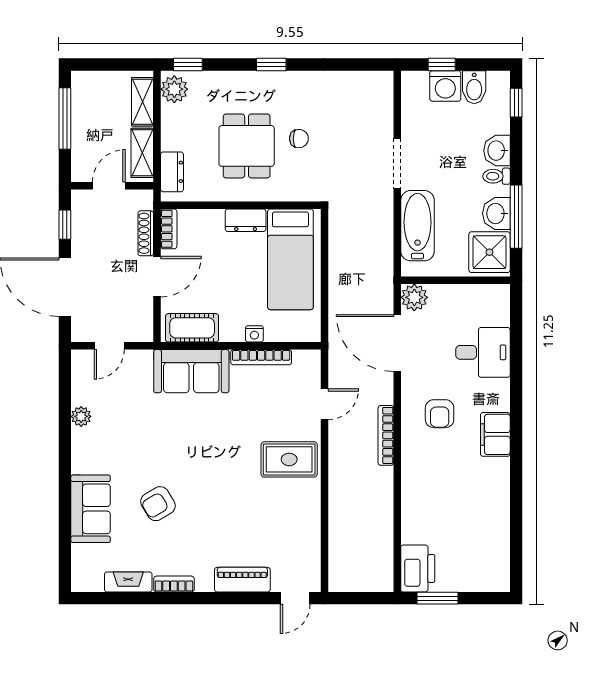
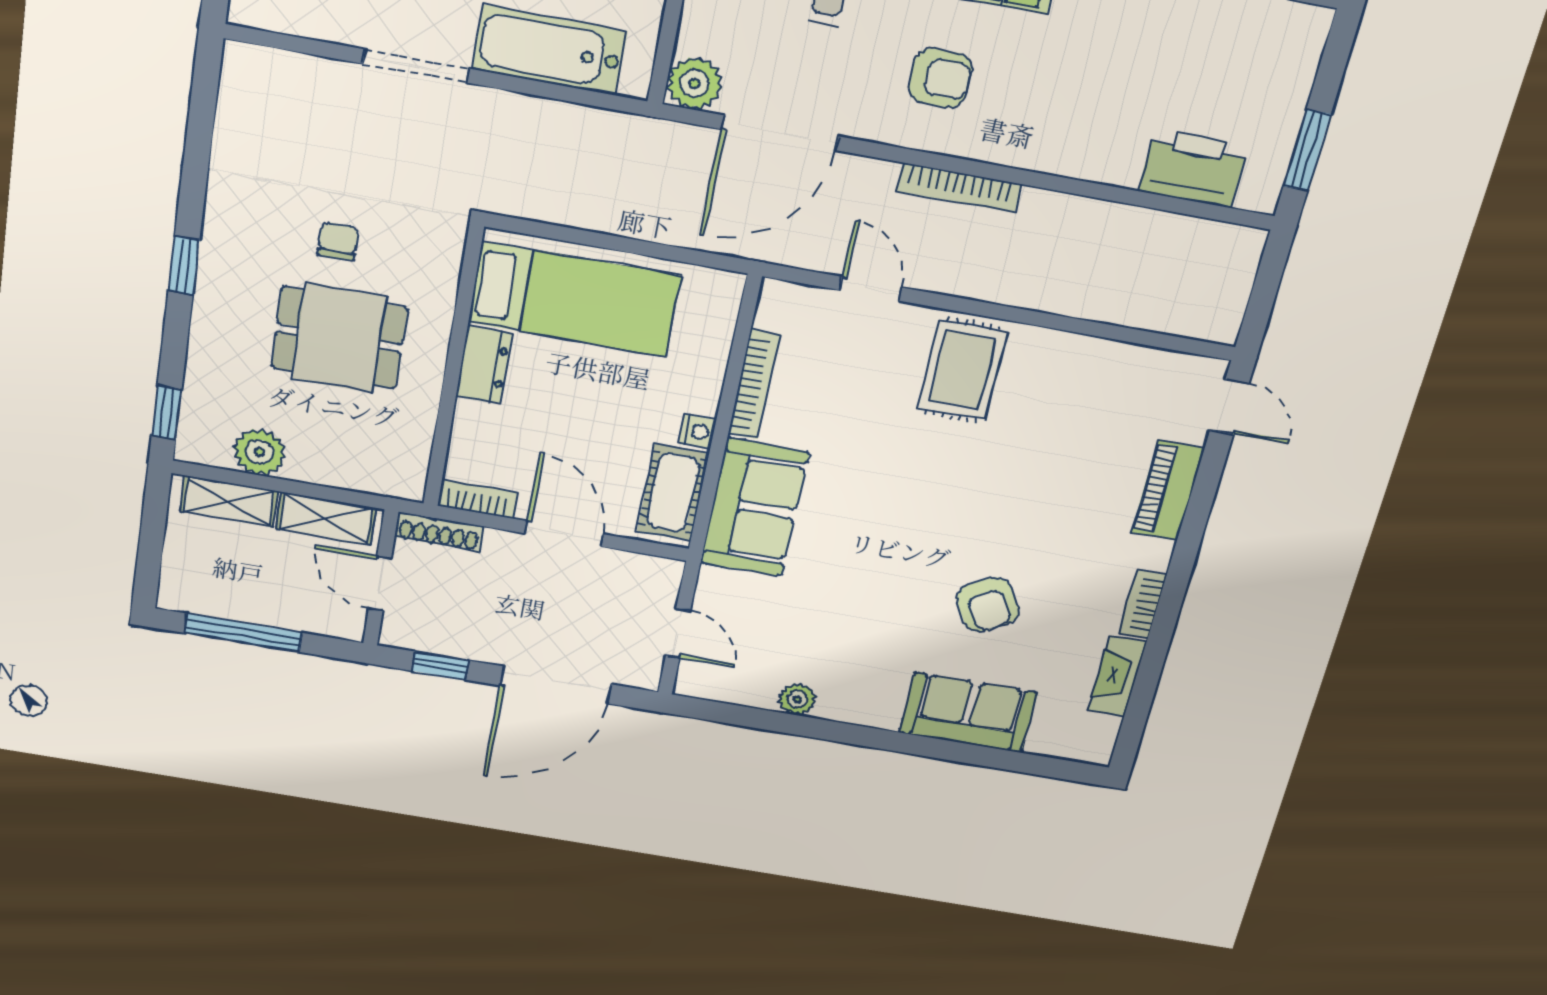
plant: (174, 89) -> (259, 452), moved
dresser: (172, 172) -> (370, 475), removed
shoe rack: (146, 233) -> (439, 532), moved
nightstand: (254, 334) -> (698, 431), moved
printer: (418, 568) -> (1193, 168), moved

